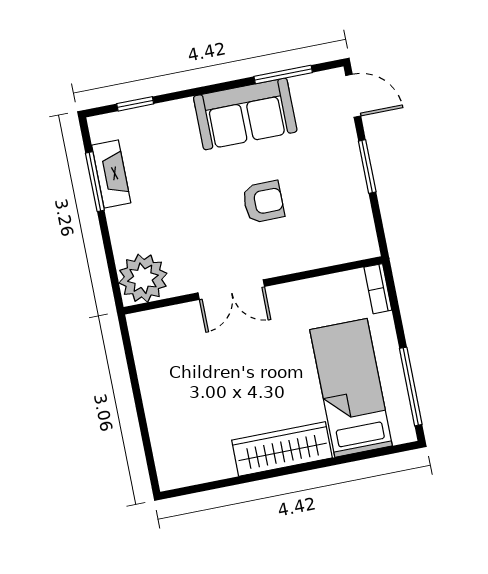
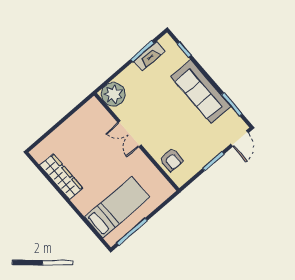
sofa: (245, 114) -> (201, 92), width x1.36
armchair: (263, 202) -> (171, 160), moved
bookcase: (378, 289) -> (165, 195), removed
wardrobe: (282, 449) -> (61, 177), moved

